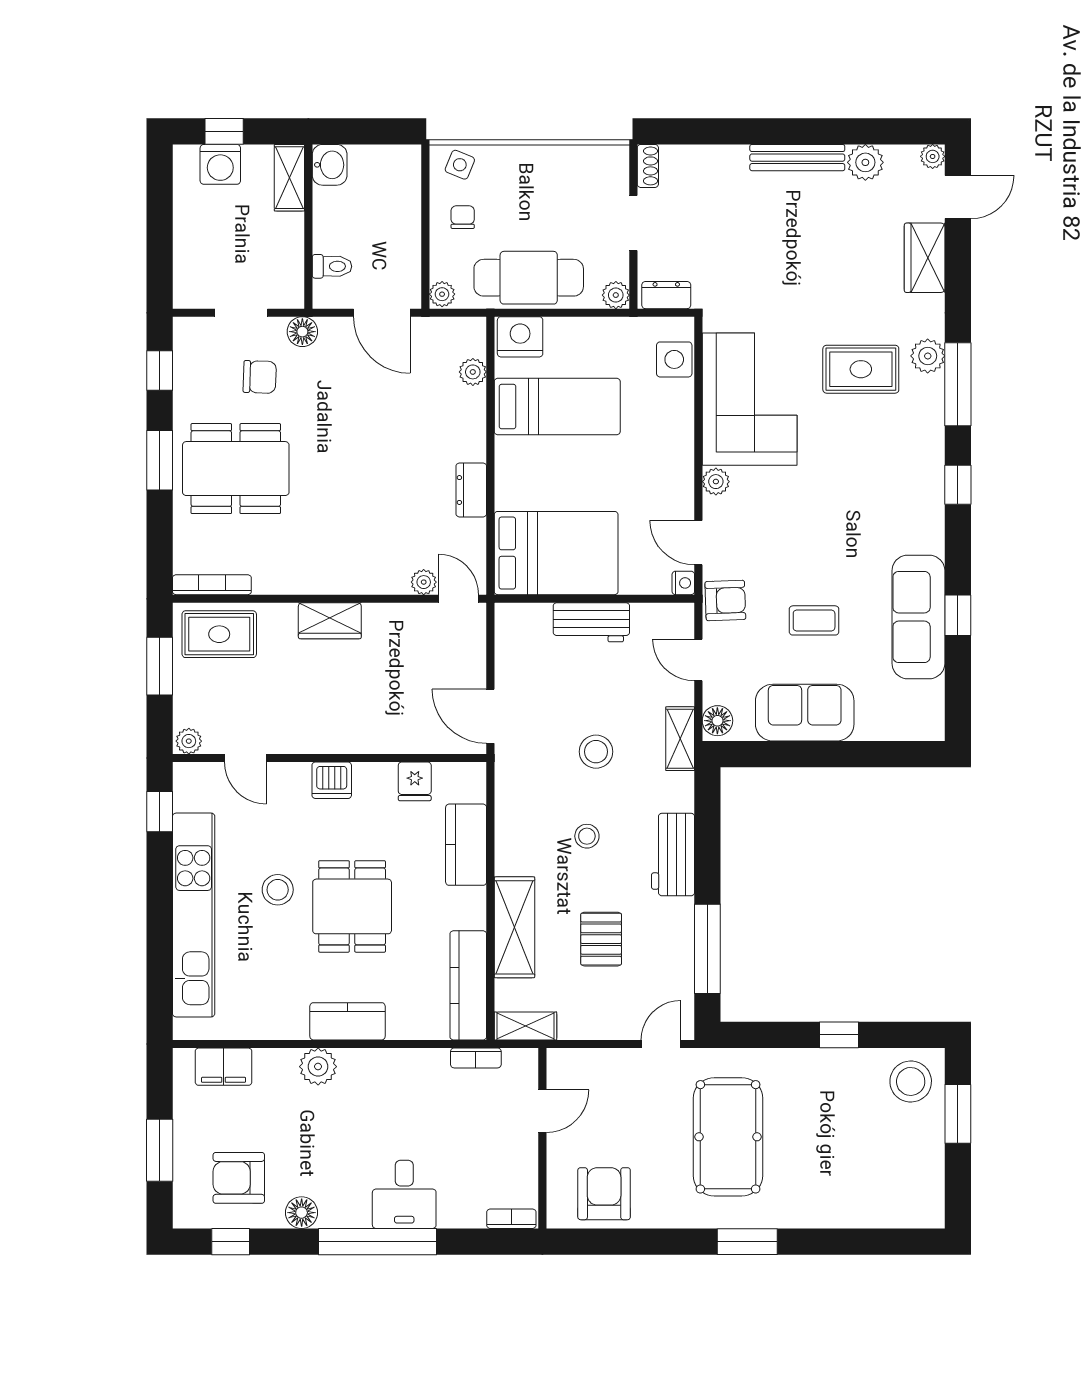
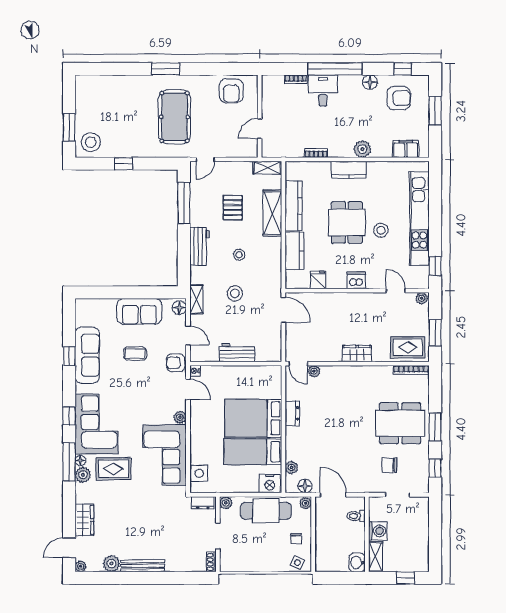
washing machine: (220, 164) -> (378, 531), moved, turned 90
floor lamp: (302, 332) -> (305, 486), moved
floor lamp: (933, 387) -> (80, 461), added
corner sofa: (898, 467) -> (97, 424), added
bed: (556, 553) -> (253, 418), moved
kitchen counter: (468, 985) -> (294, 206), moved
bookcase: (476, 1058) -> (316, 153), moved
bookcase: (511, 1219) -> (296, 79), moved

